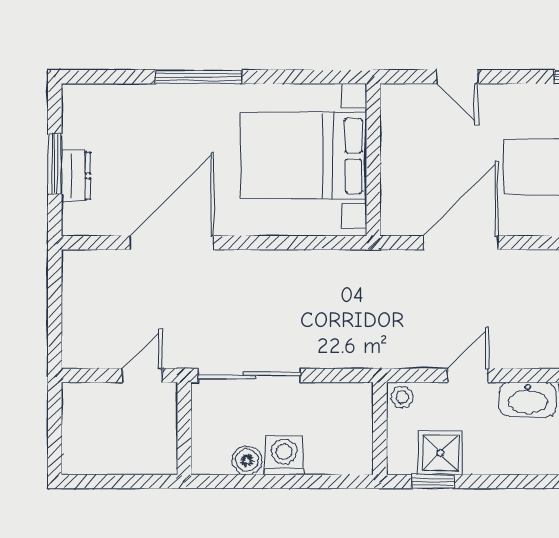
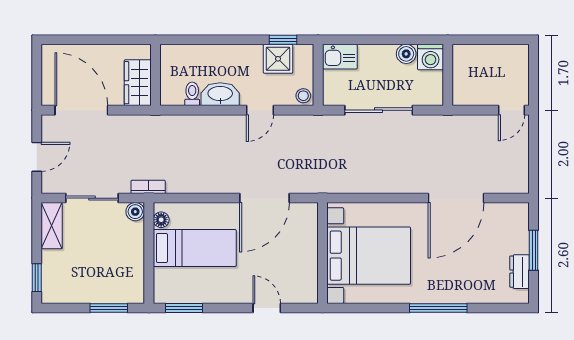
dresser: (76, 176) -> (520, 272), moved
door: (142, 375) -> (512, 110), moved
sliding door: (249, 375) -> (379, 110), moved
washing machine: (284, 455) -> (431, 57), moved
kitchen sink: (347, 456) -> (340, 57), added

